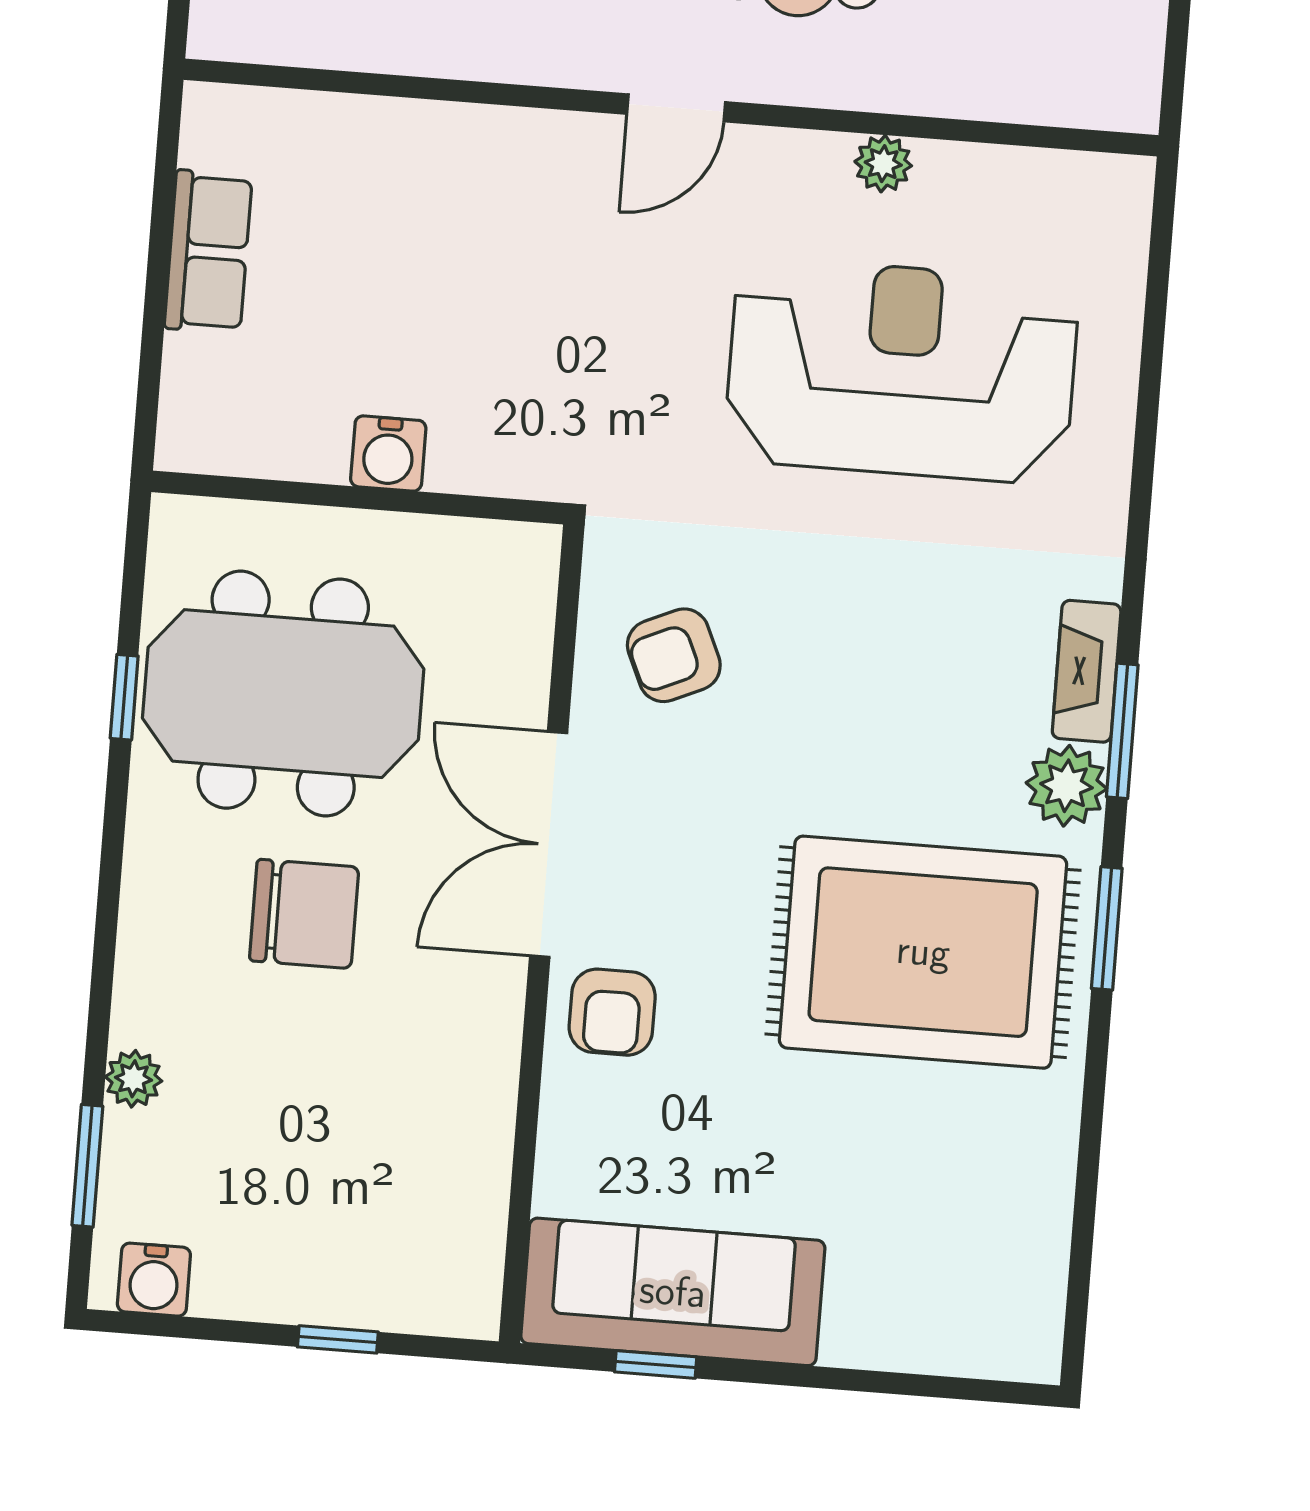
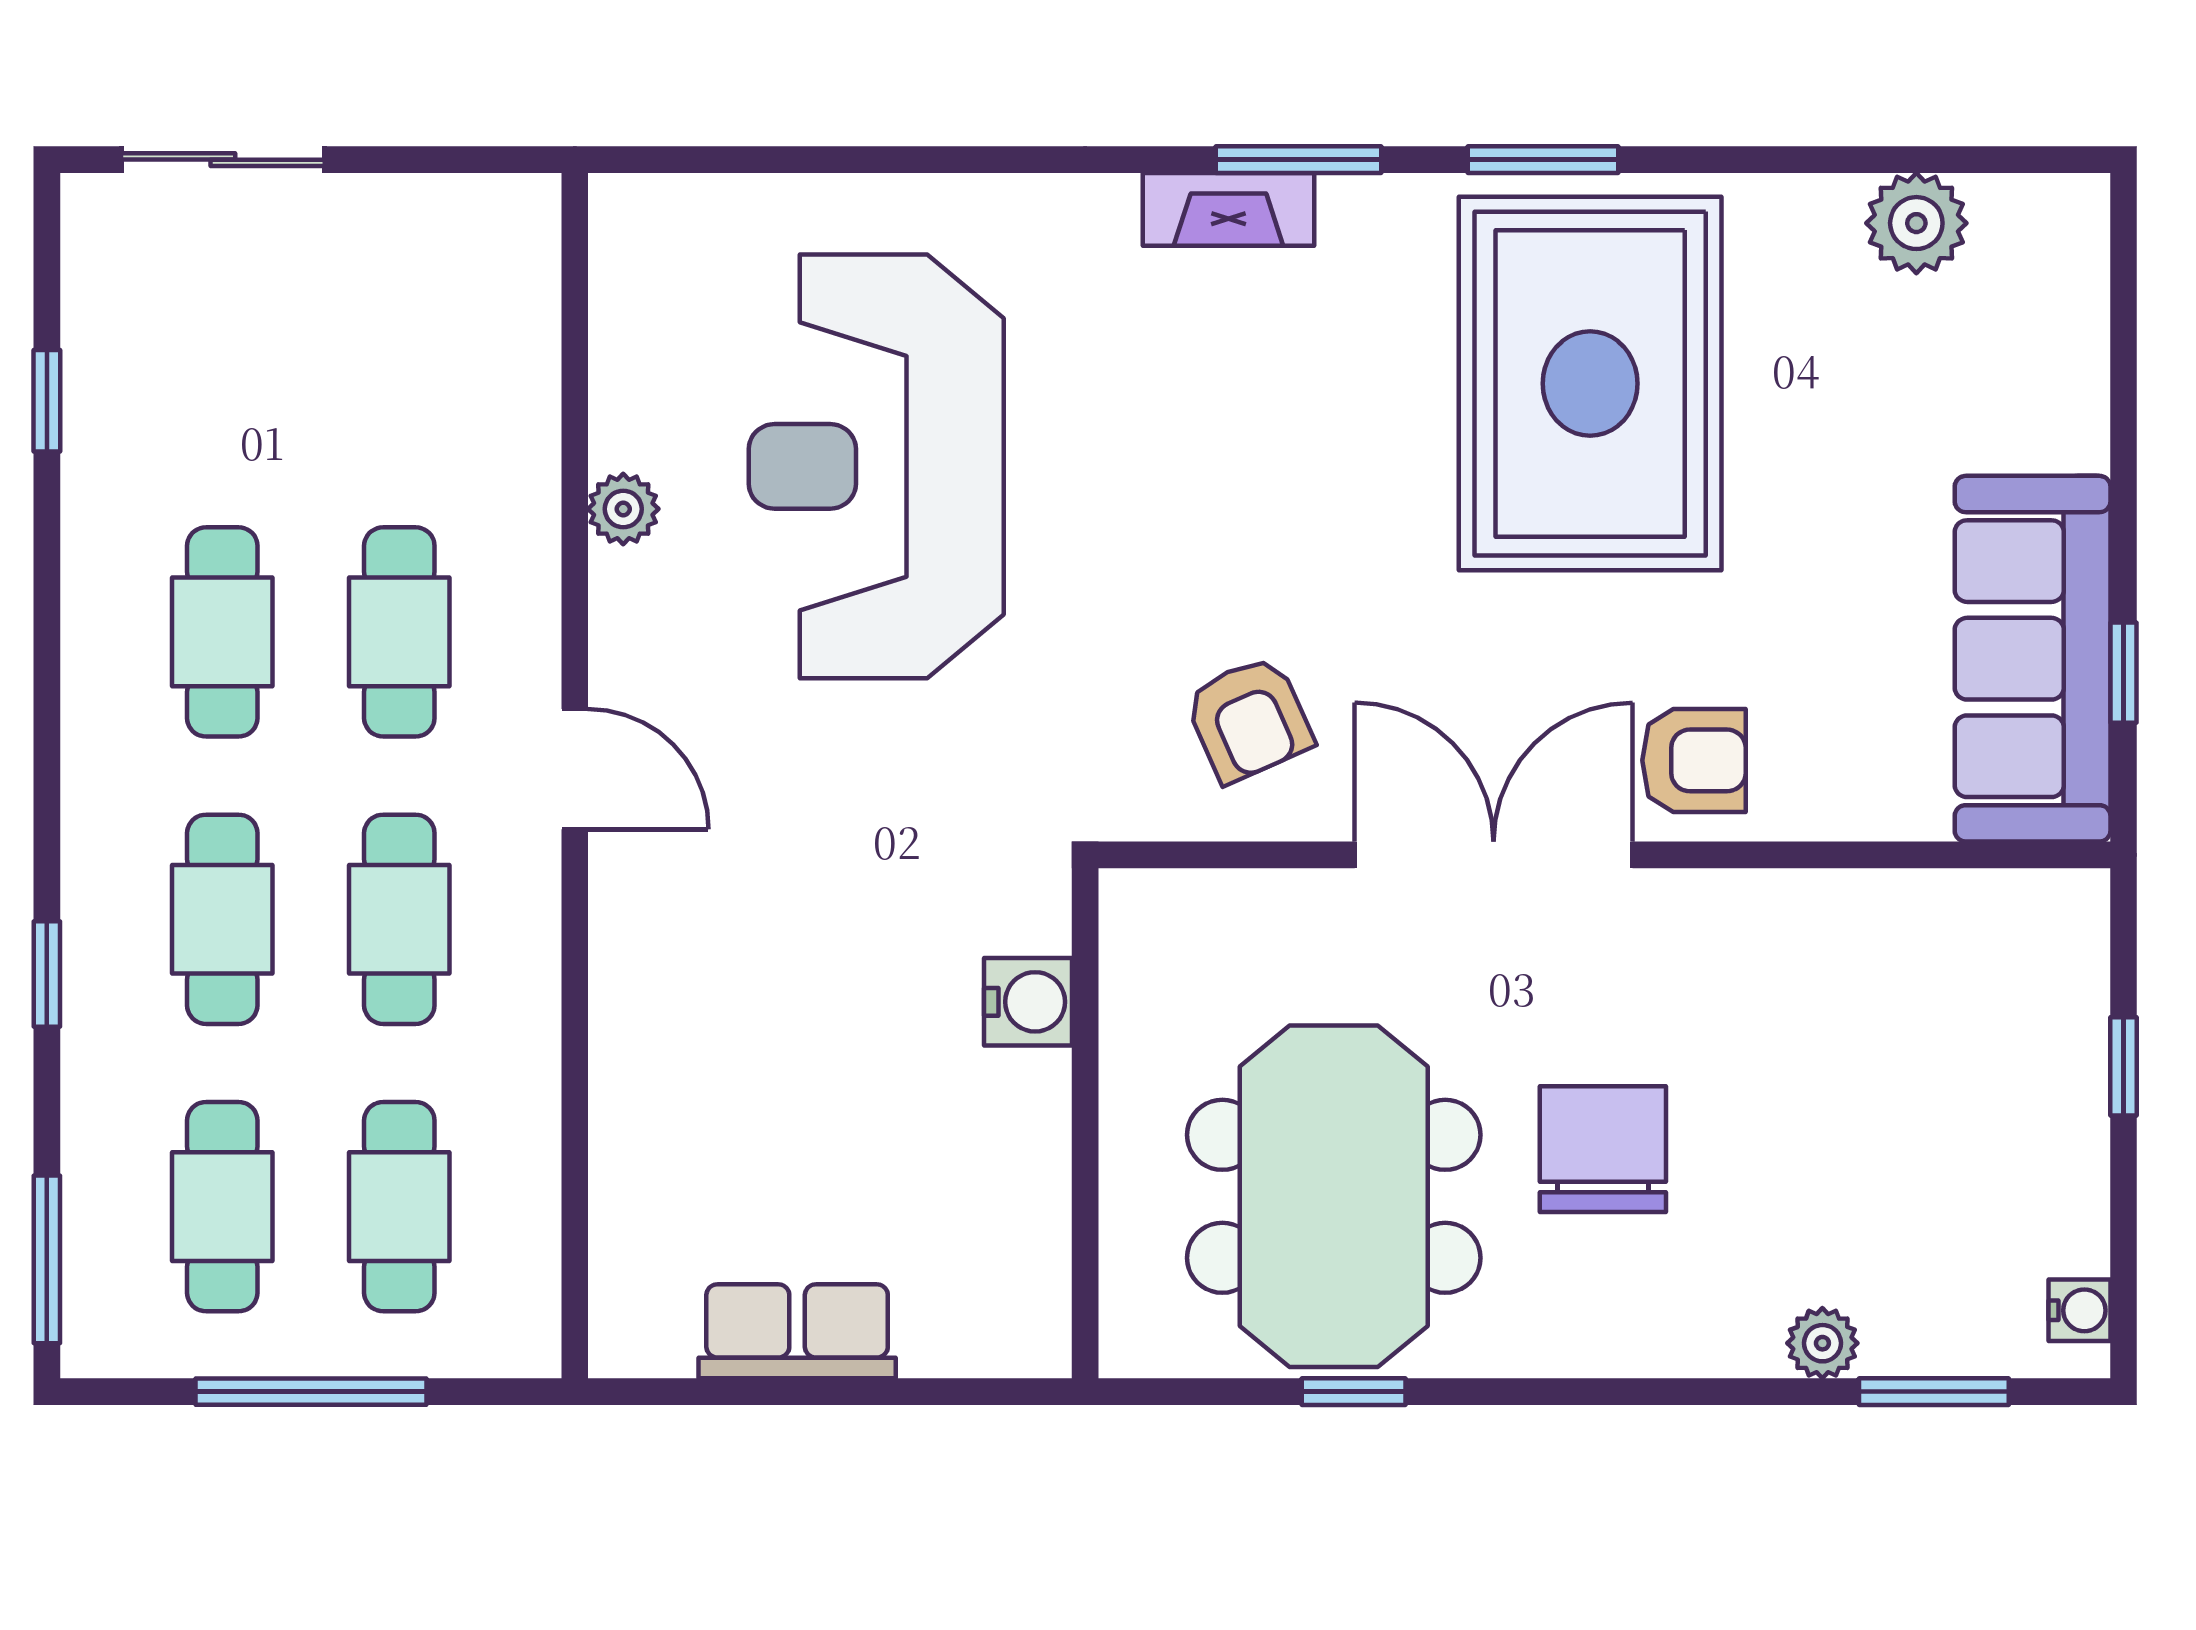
water cooler: (388, 454) -> (1028, 1002), moved
plant: (1066, 786) -> (1916, 223), moved
double door: (549, 844) -> (1494, 855), swing flipped
water cooler: (154, 1280) -> (2079, 1310), width x0.72, depth x0.72

